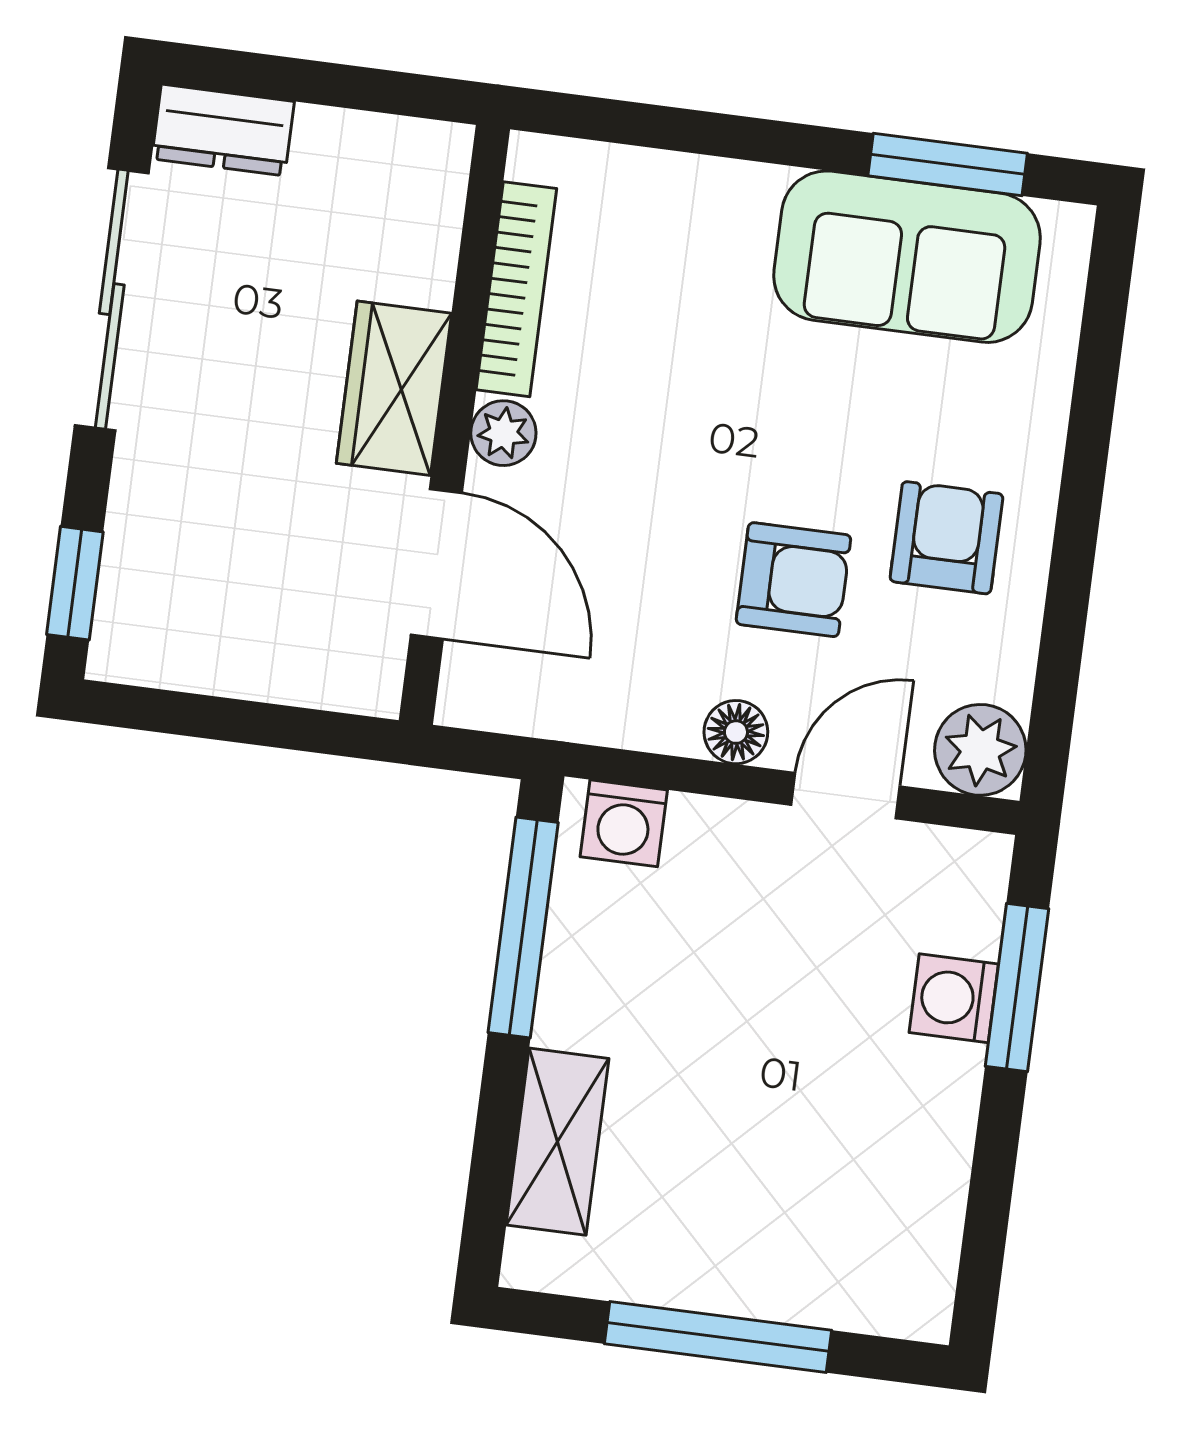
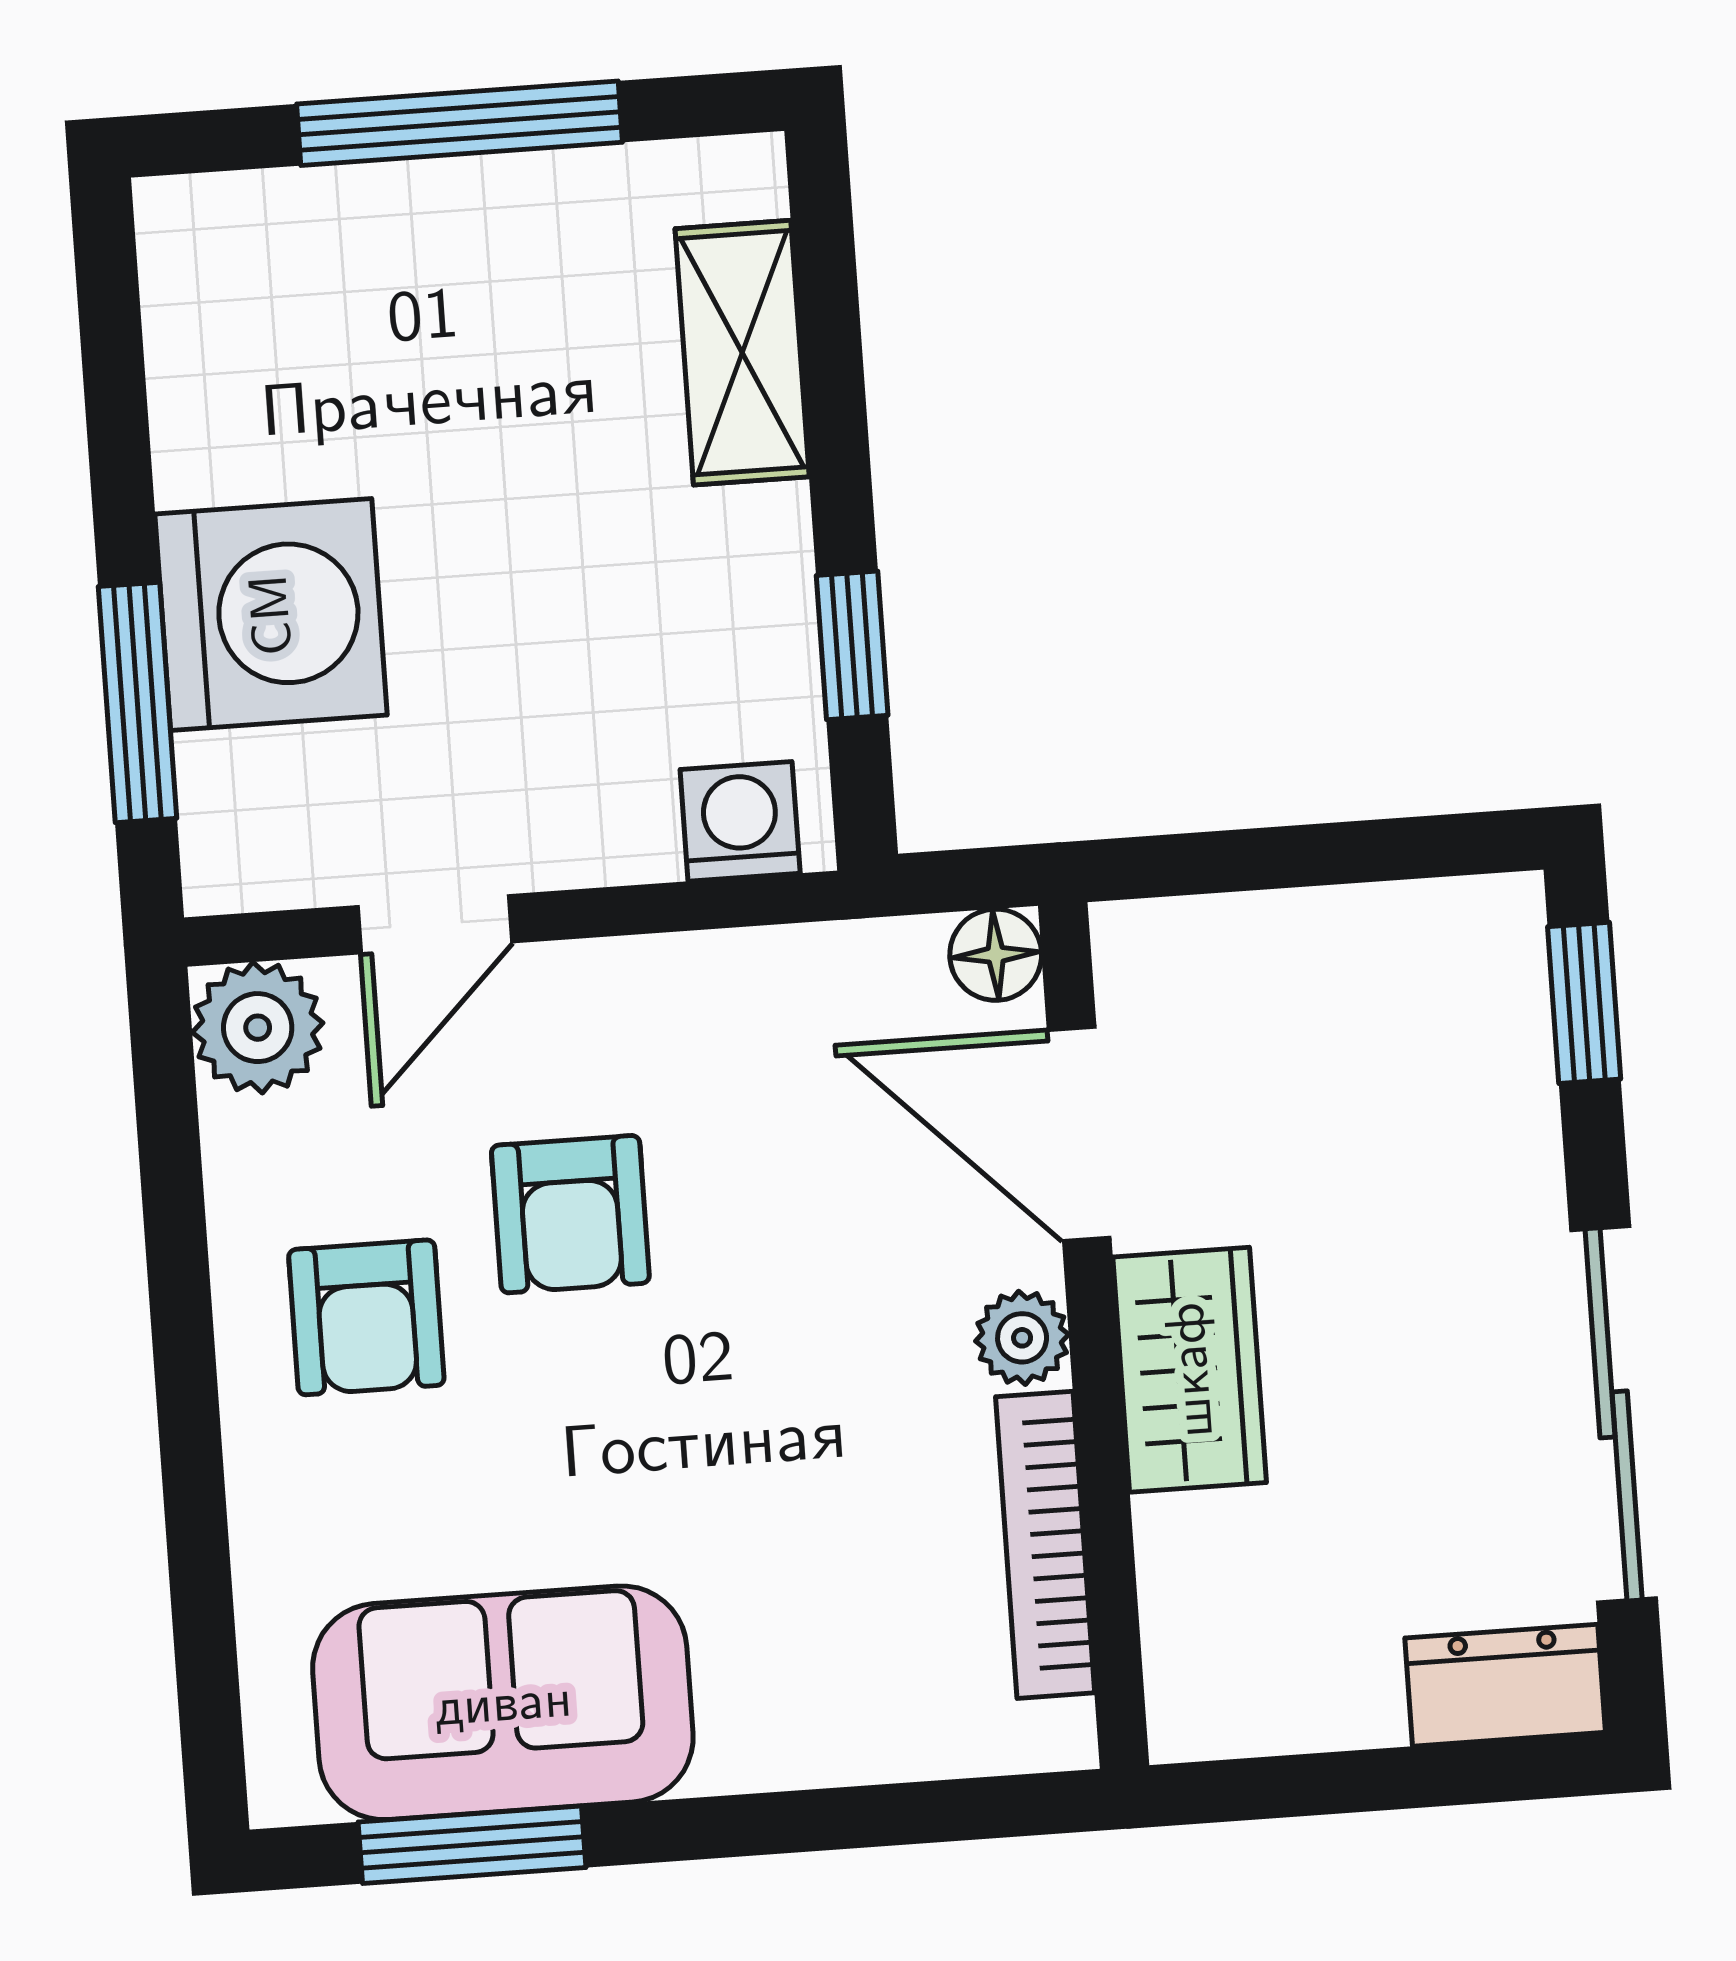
armchair: (793, 580) -> (570, 1214), turned -90
floor lamp: (736, 732) -> (996, 955), moved
window: (523, 928) -> (852, 645), width x0.46
washing machine: (954, 998) -> (271, 615), width x1.89, depth x1.89

